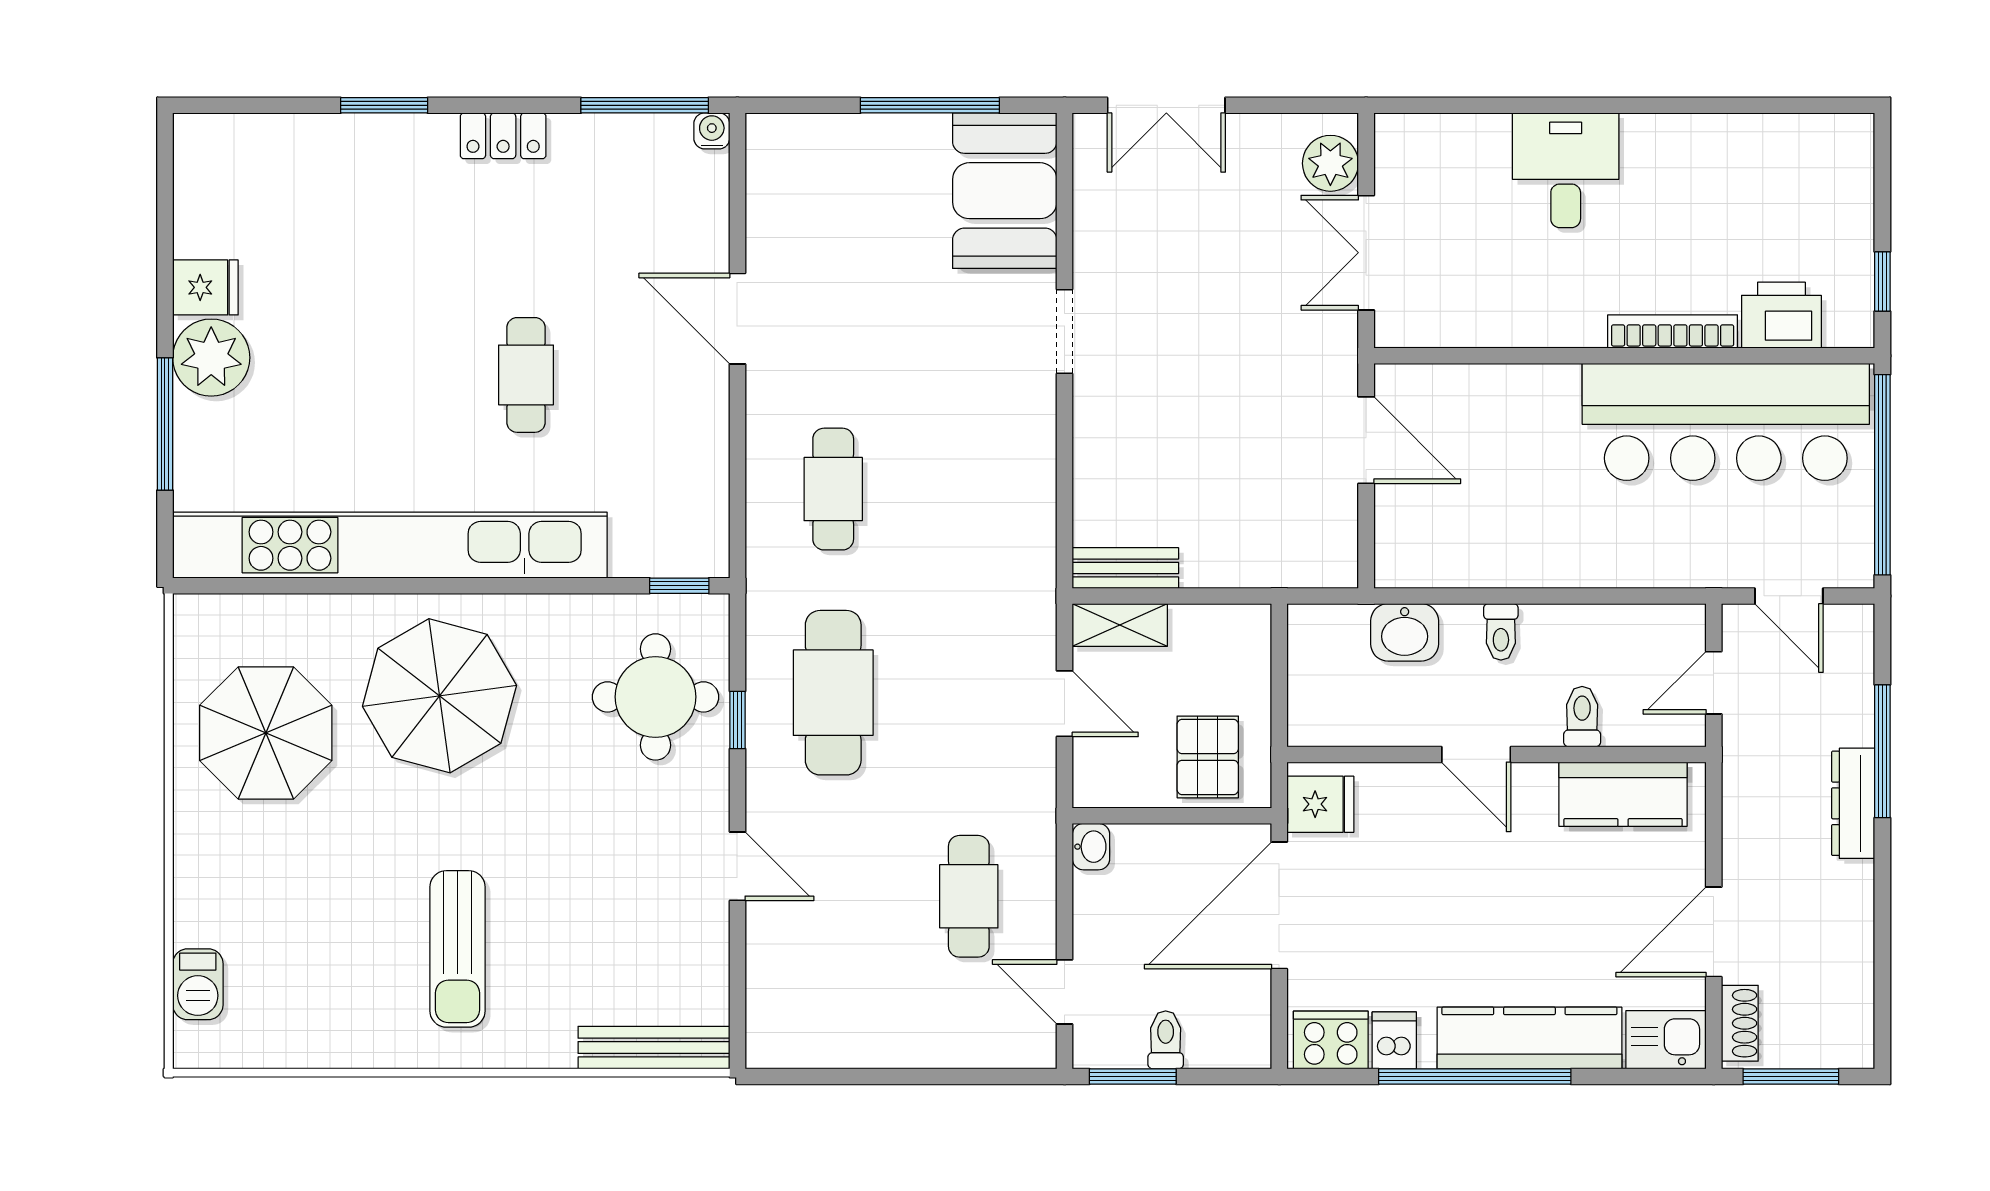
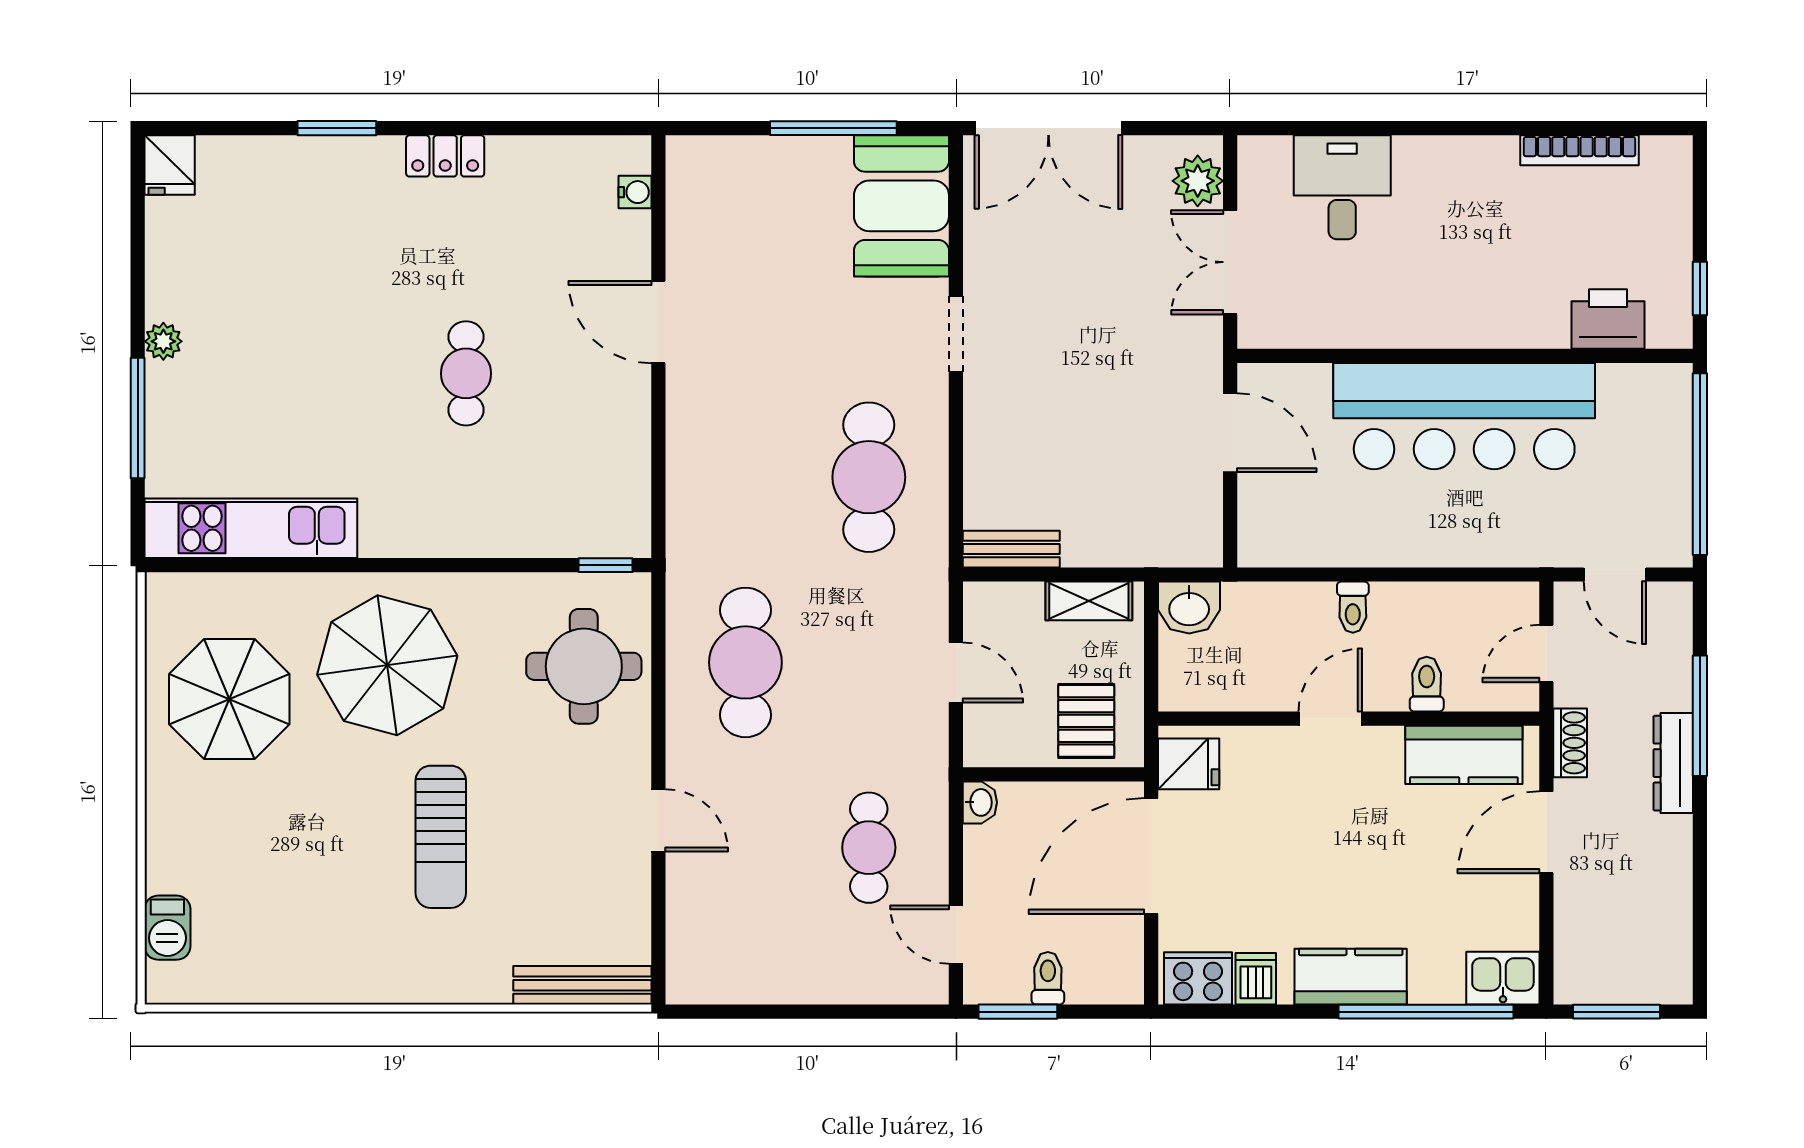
window: (645, 105) -> (574, 128), removed
double door: (1166, 105) -> (1048, 128), width x1.37
water cooler: (712, 131) -> (635, 192), moved, turned 90
desk: (1566, 170) -> (1342, 187), moved
fridge: (205, 287) -> (170, 165), moved, turned 90
bookcase: (1673, 331) -> (1580, 150), moved, turned 180
plant: (211, 358) -> (163, 341), width x0.53, depth x0.53
bar counter: (1726, 422) -> (1464, 416), moved
cafe table: (833, 489) -> (869, 477), moved, width x1.37, depth x1.35
kitchen unit: (390, 545) -> (251, 528), width x0.54
shelving: (1120, 625) -> (1089, 601), moved
washbasin: (1405, 632) -> (1189, 608), moved
window: (737, 720) -> (658, 687), removed
door: (1476, 754) -> (1330, 719), swing flipped
door: (1714, 932) -> (1546, 832), moved
sun lounger: (458, 949) -> (441, 837), moved
shoe rack: (1740, 1023) -> (1570, 743), moved
kitchen counter: (1529, 1038) -> (1351, 977), width x0.67
window: (1475, 1076) -> (1426, 1012), moved

